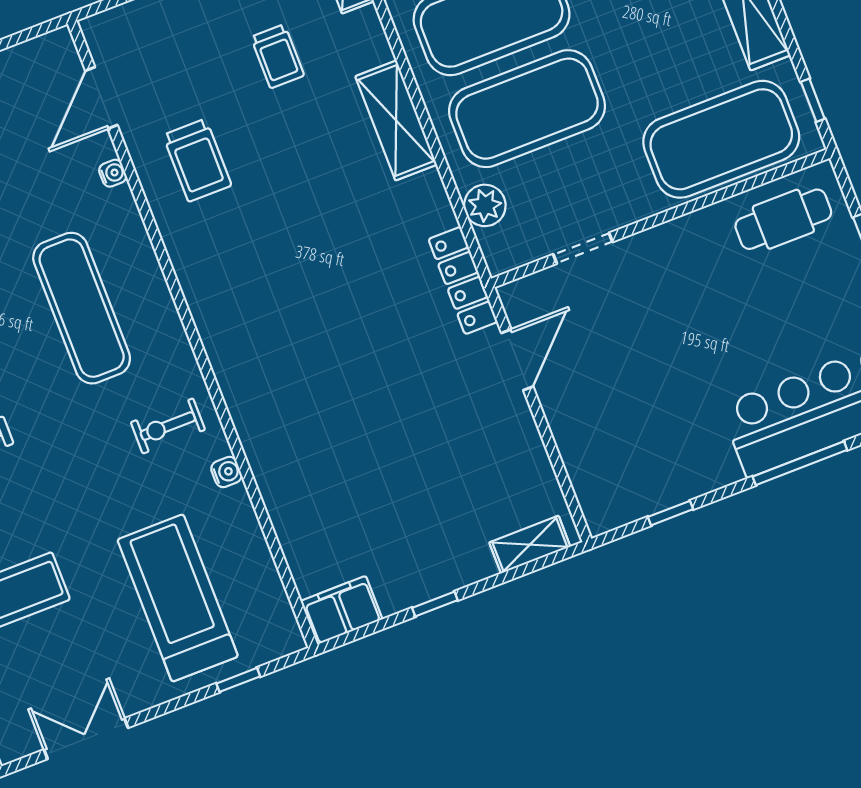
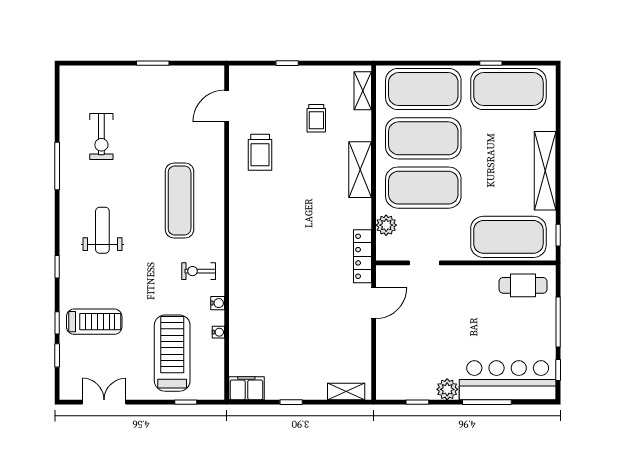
water cooler: (113, 173) -> (218, 332), moved
plant: (717, 468) -> (447, 389), added

